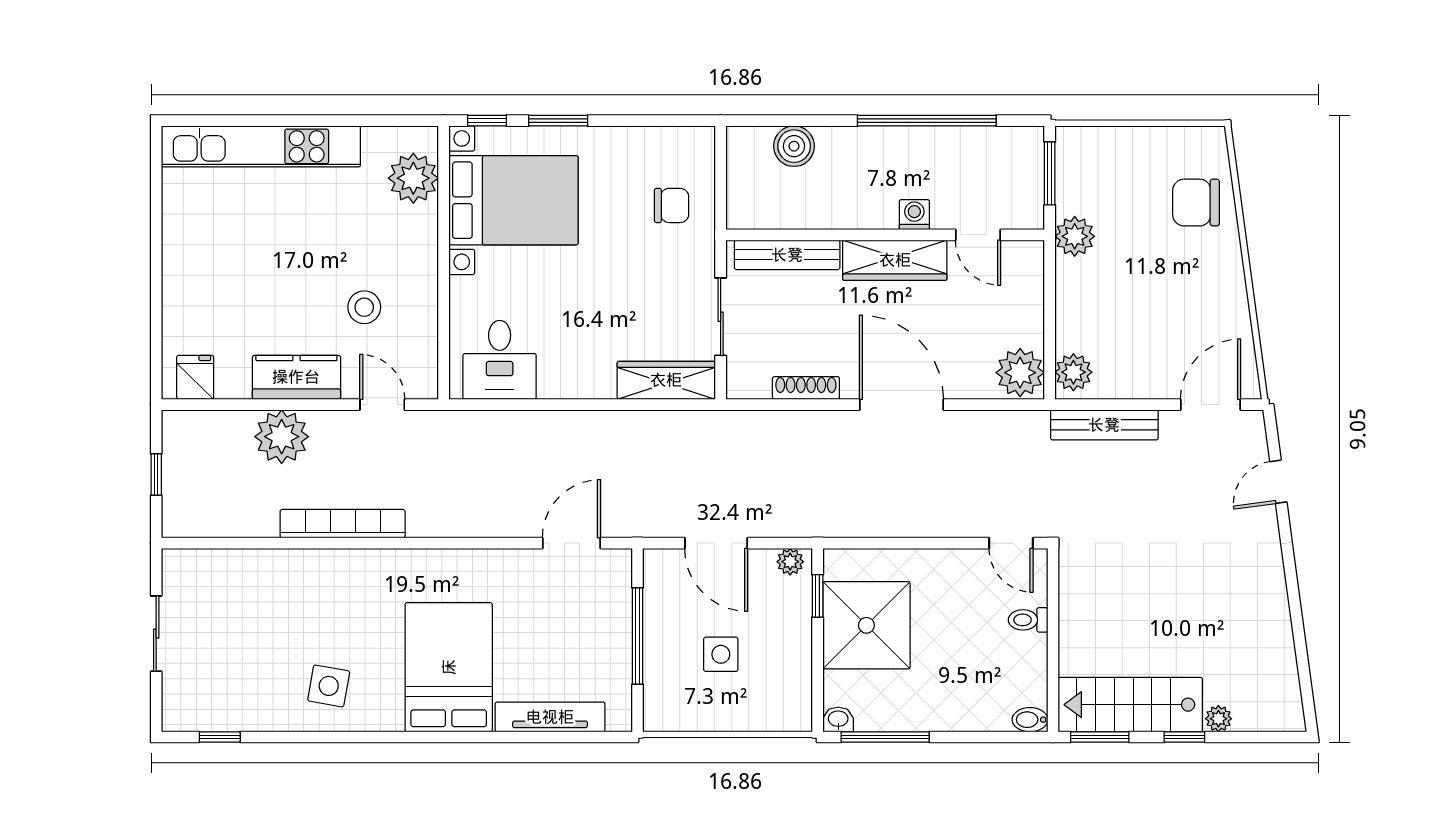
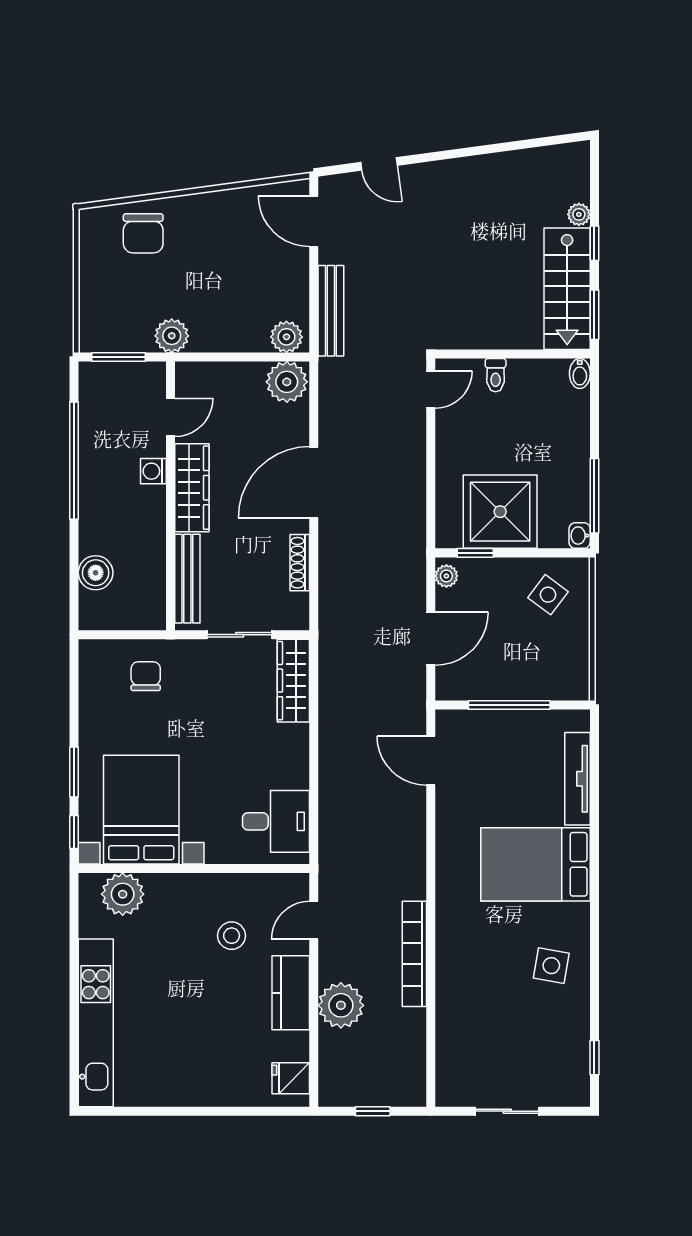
side table: (721, 654) -> (548, 595), moved, turned 37

